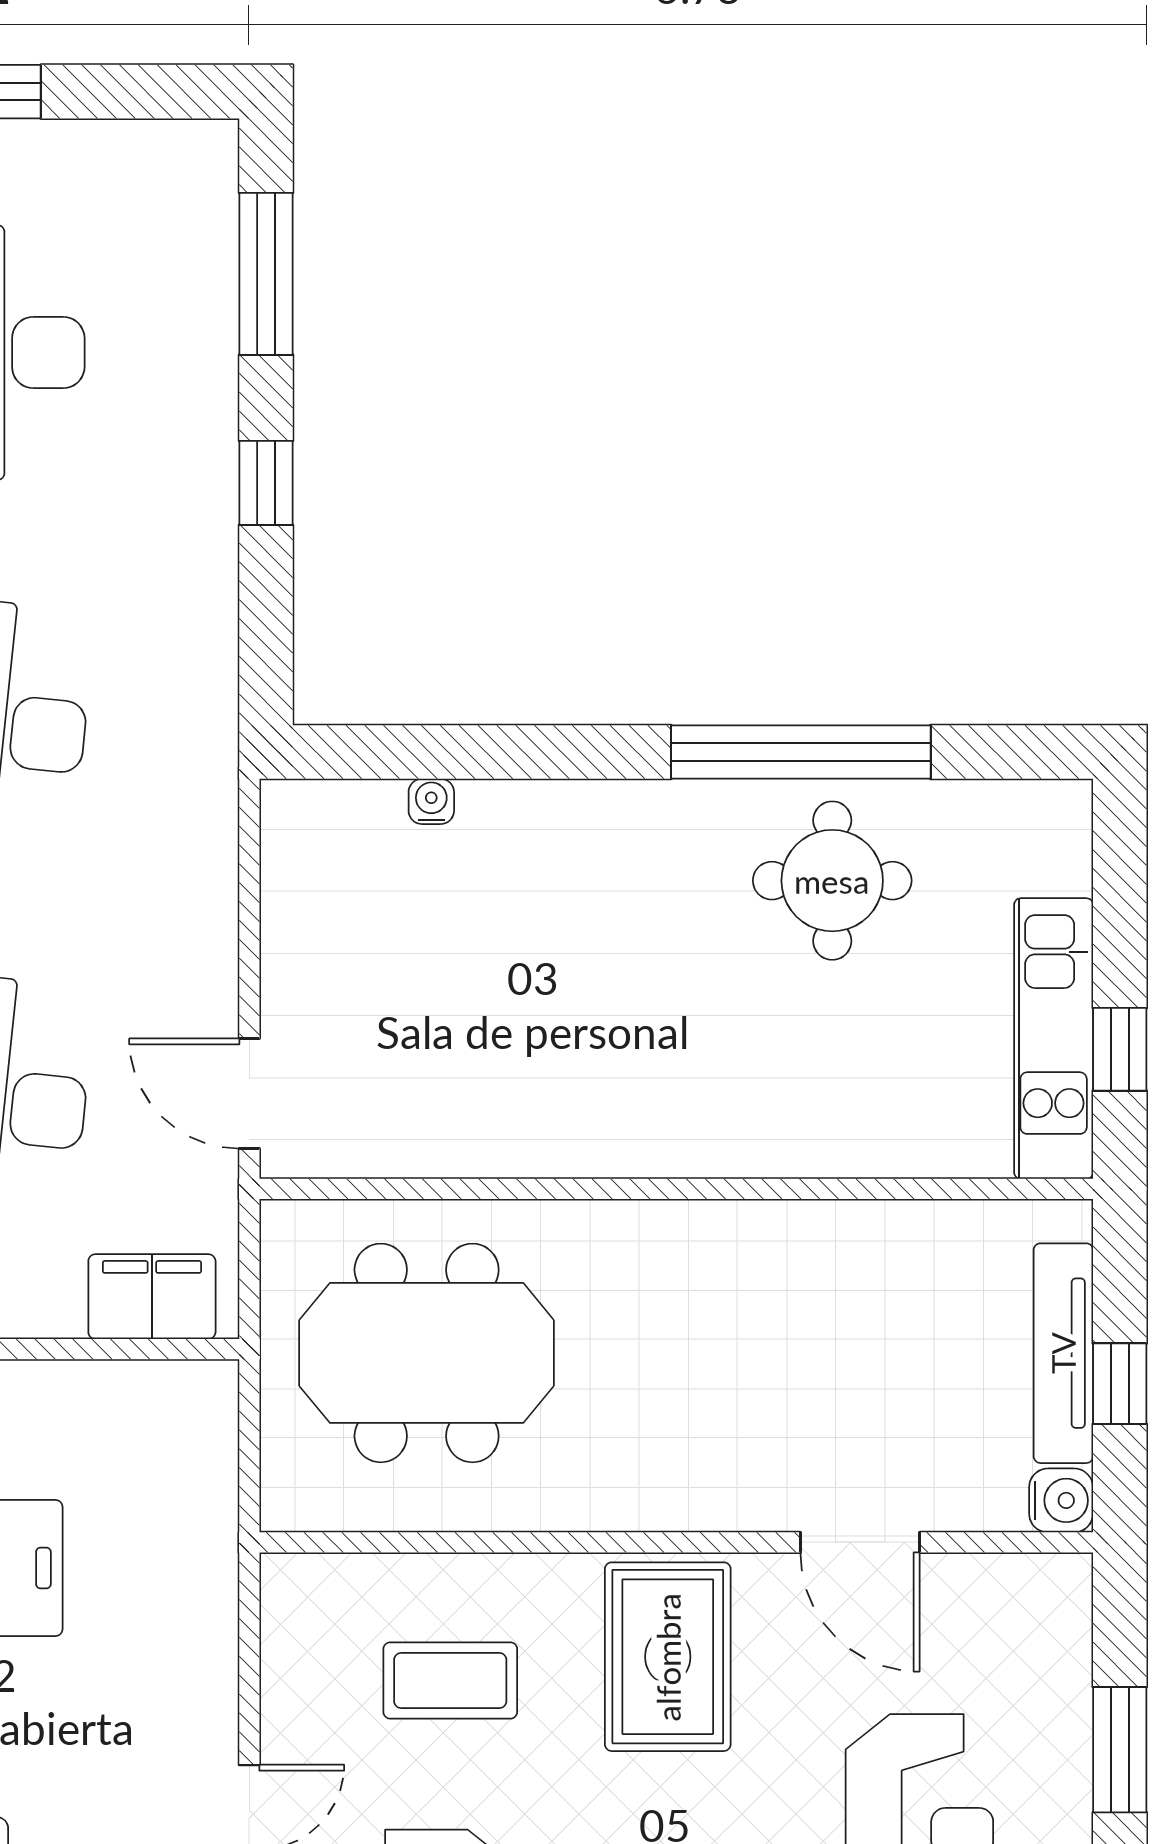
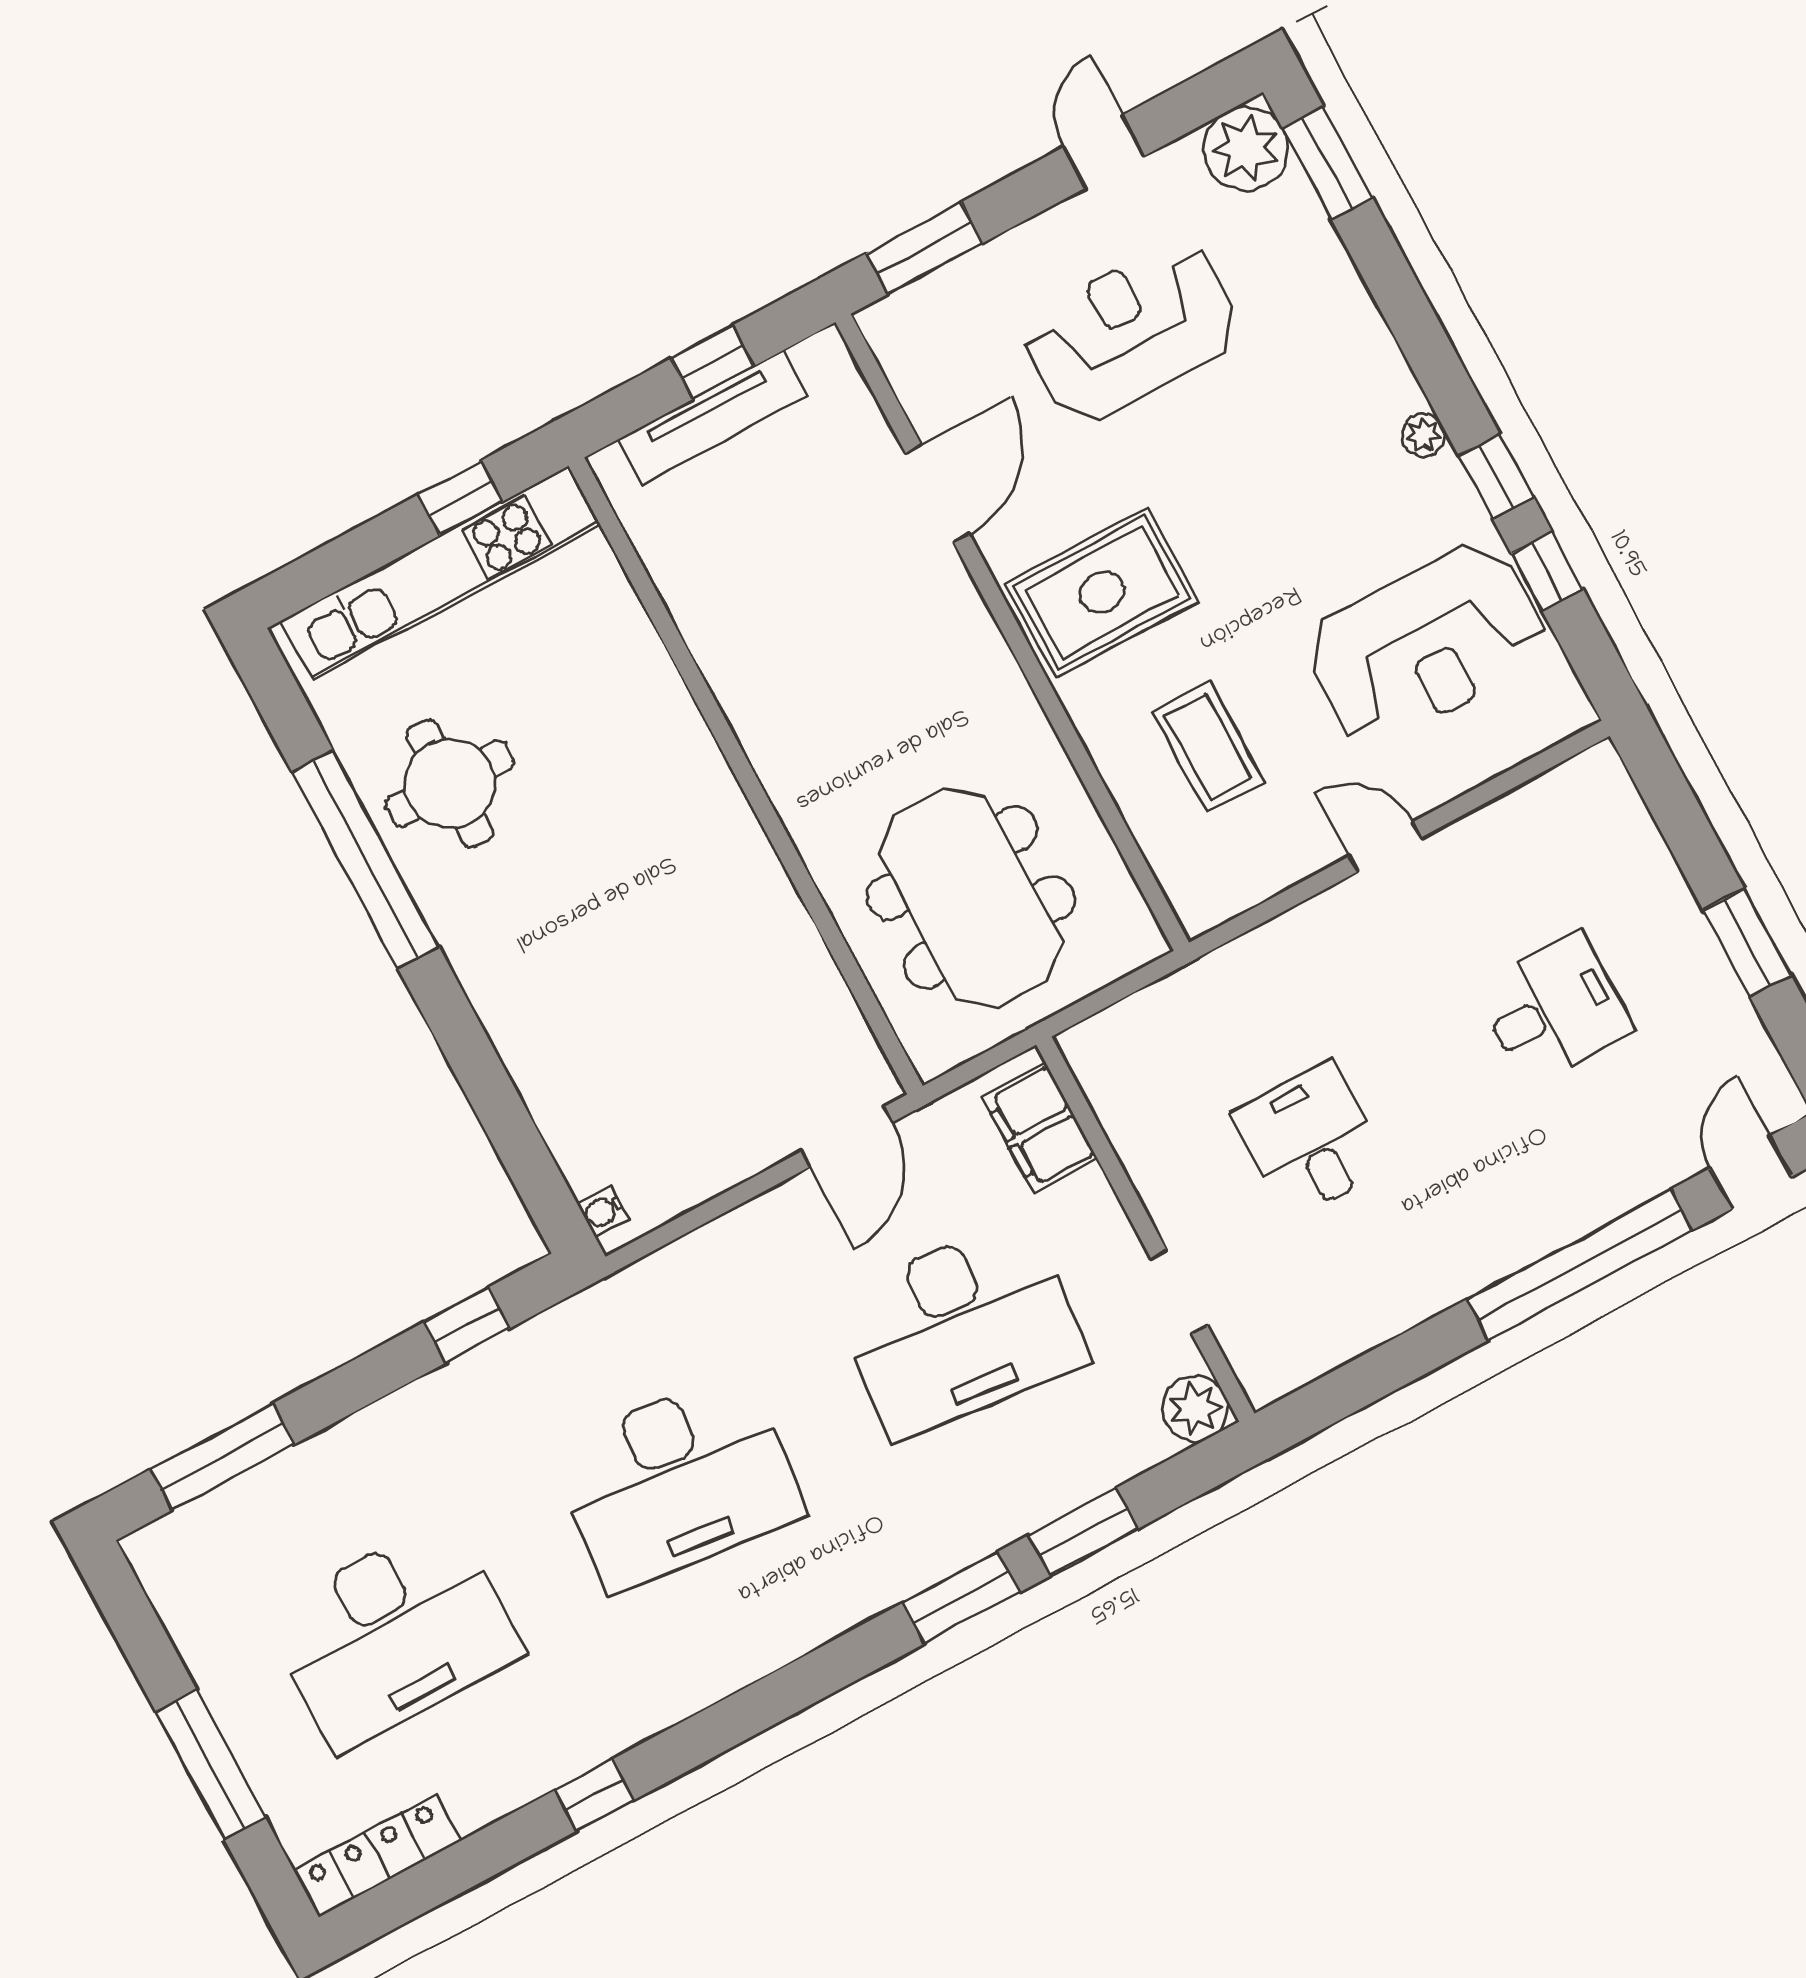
window: (266, 483) -> (467, 1325), moved
water cooler: (431, 801) -> (603, 1211), moved
kitchen unit: (1054, 1039) -> (440, 573), width x1.36
water cooler: (1061, 1500) -> (824, 359), removed
window: (1120, 1750) -> (925, 248), moved

